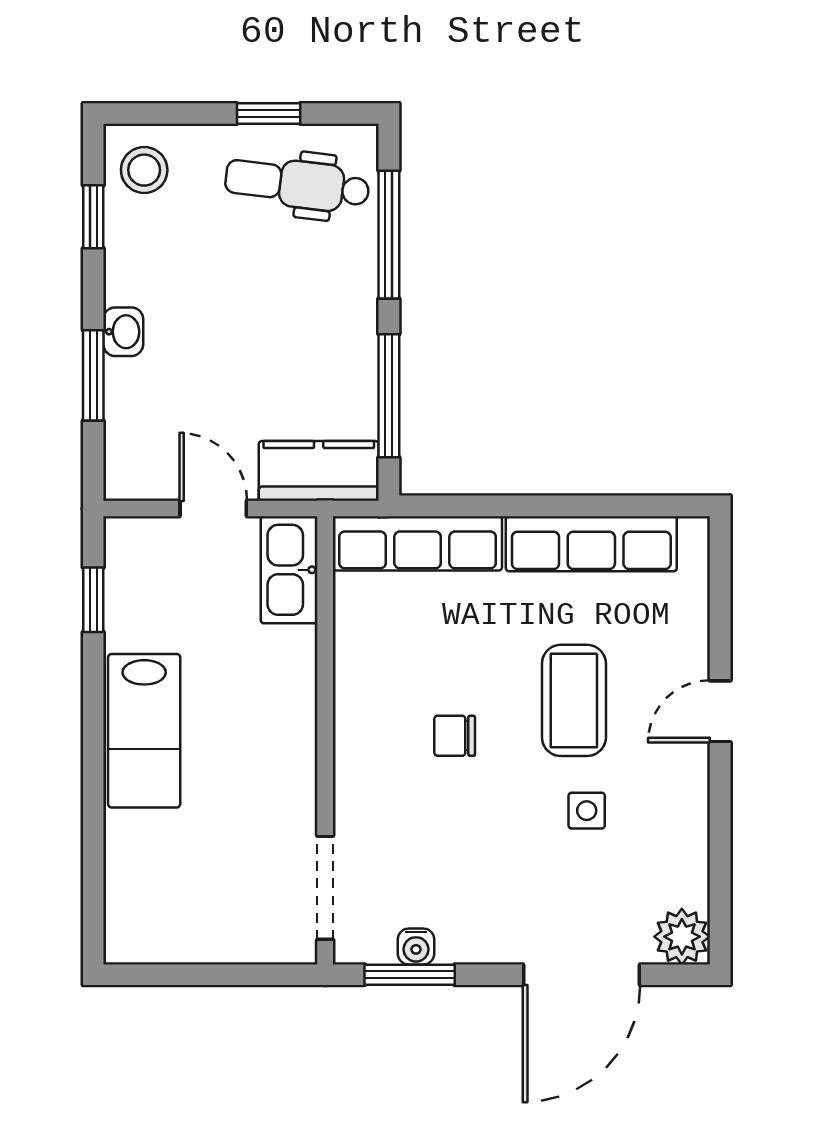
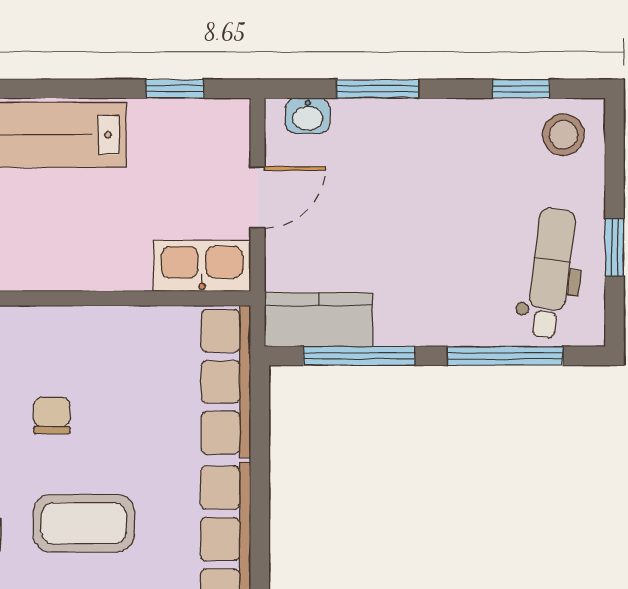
washbasin: (123, 332) -> (308, 116), moved
kitchen counter: (319, 471) -> (319, 320), moved, turned -90

